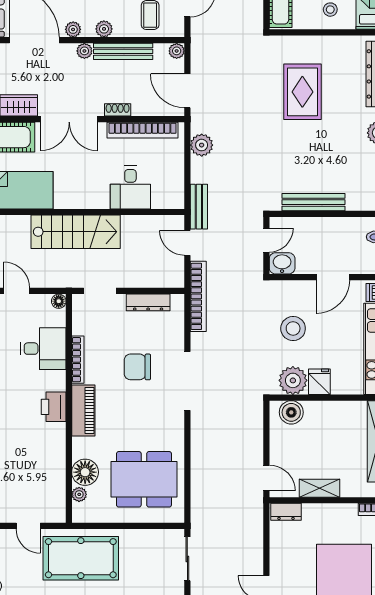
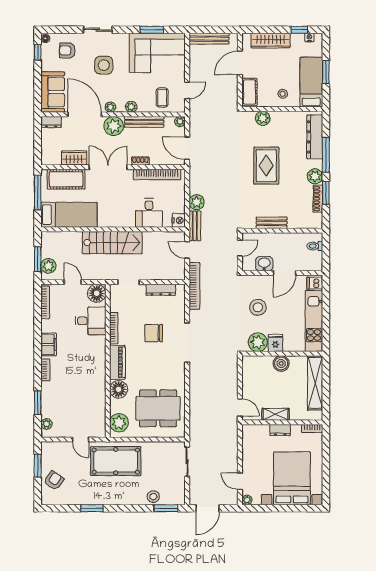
plant: (300, 46) -> (263, 118), added
plant: (84, 51) -> (114, 126), width x1.88, depth x1.88
rug: (302, 92) -> (266, 166), moved
double door: (69, 119) -> (108, 167), swing flipped
plant: (202, 145) -> (197, 202), moved
nightstand: (175, 199) -> (179, 220), added
bench: (314, 202) -> (272, 223), width x0.73
washbasin: (282, 263) -> (264, 264), moved
floor lamp: (59, 301) -> (97, 293), width x1.89, depth x1.89
printer: (54, 407) -> (98, 360), removed
boiler: (291, 412) -> (281, 363), moved
floor lamp: (85, 472) -> (119, 389), moved
plant: (79, 494) -> (119, 423), width x1.87, depth x1.87
dresser: (286, 512) -> (280, 430), moved

